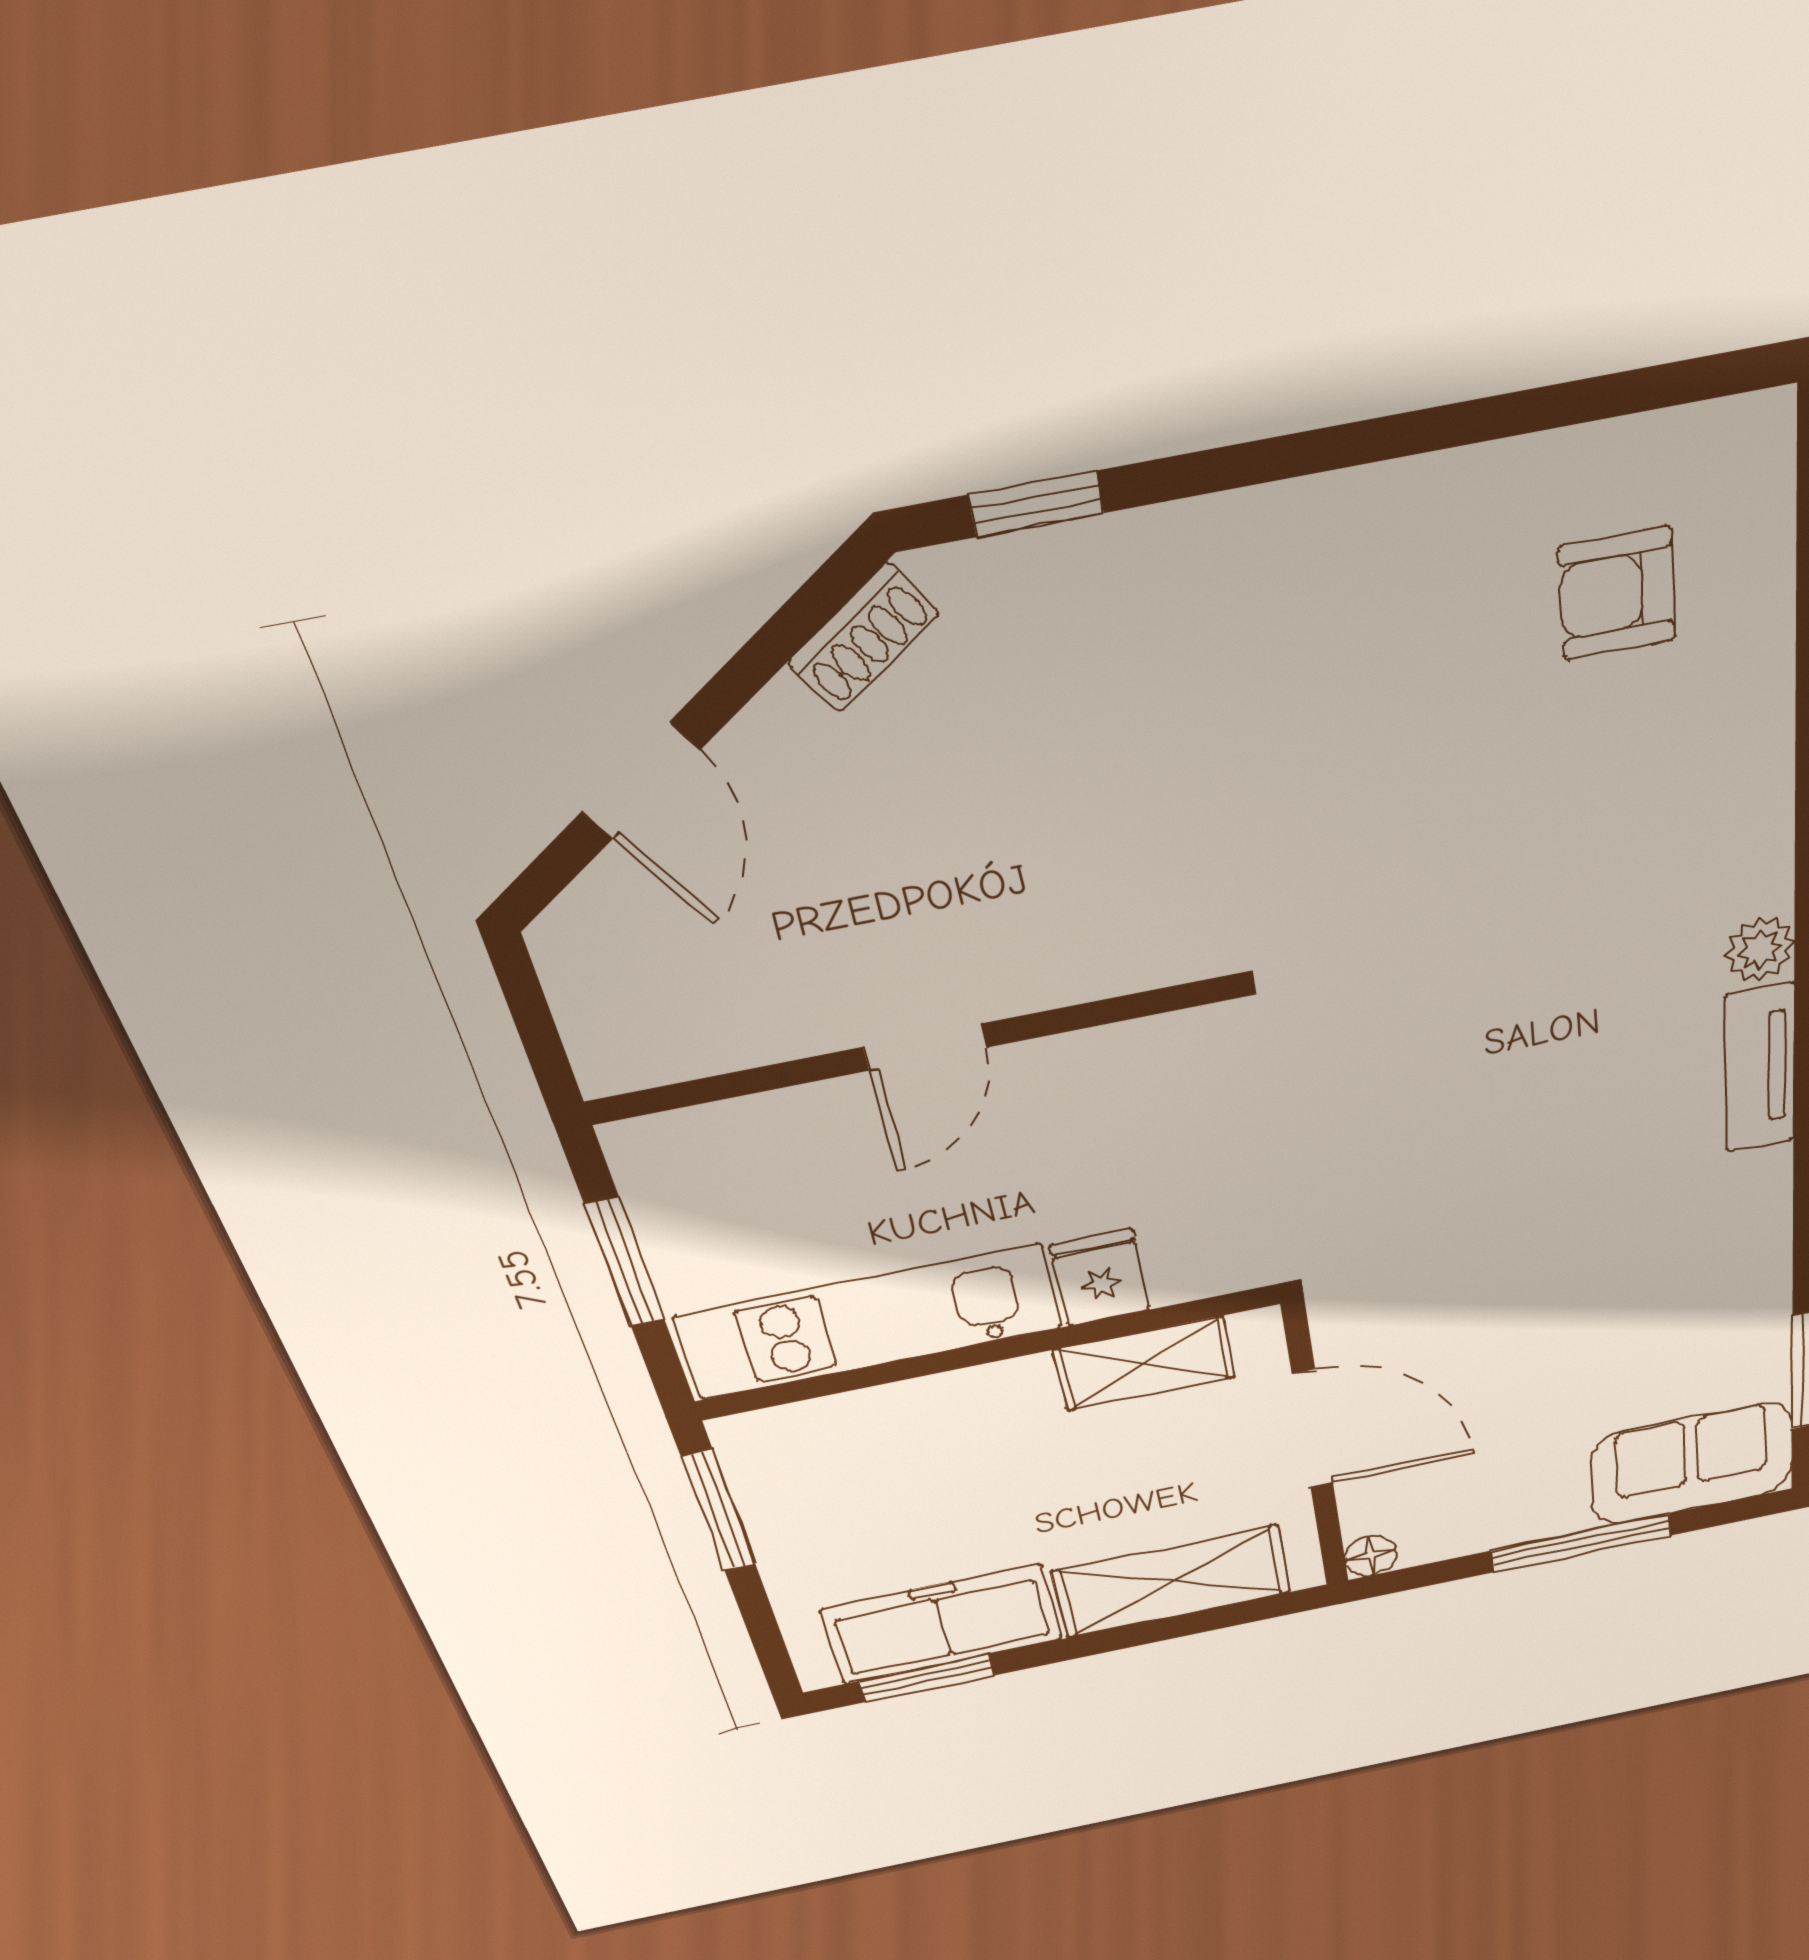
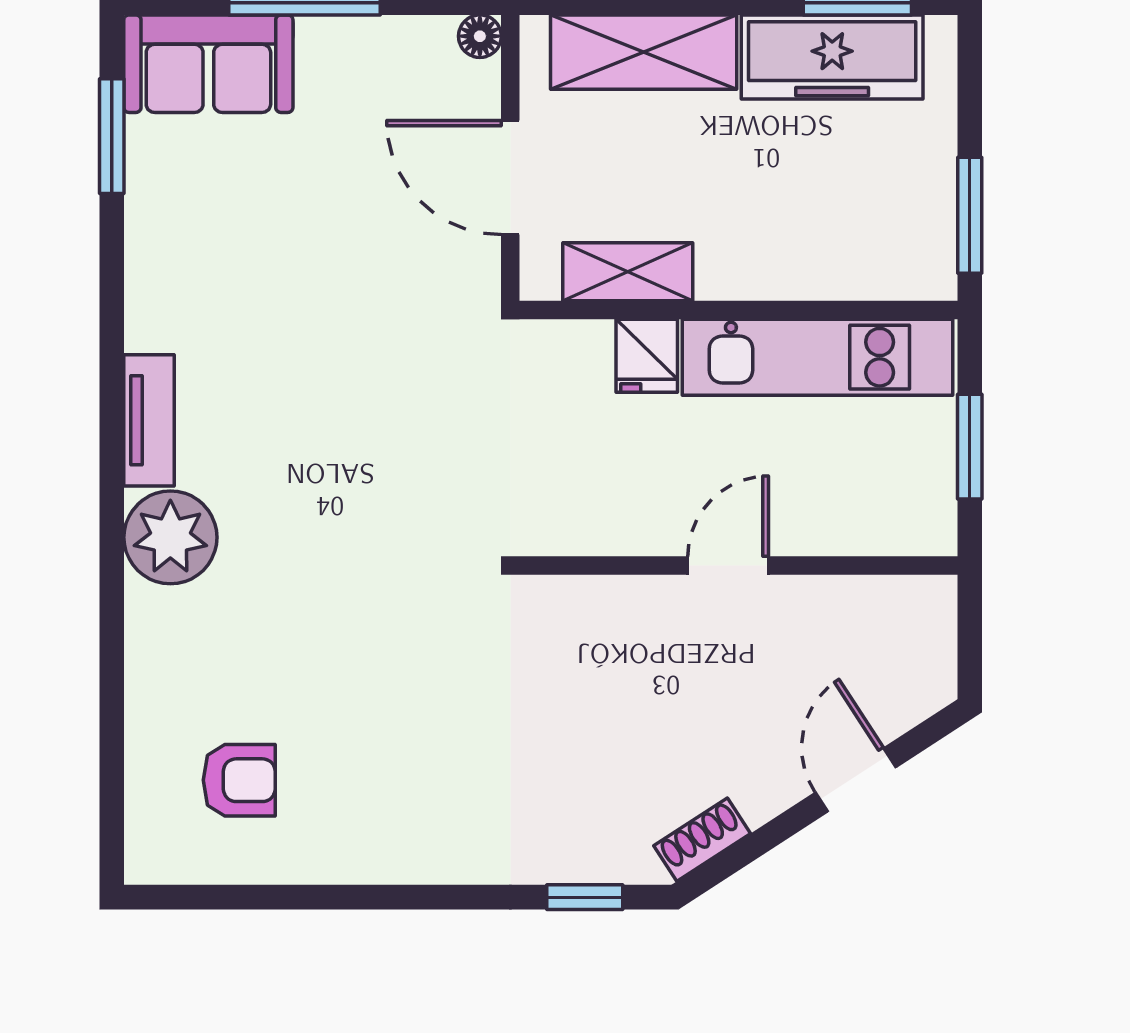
plant: (1760, 949) -> (170, 537), width x1.88, depth x1.88

